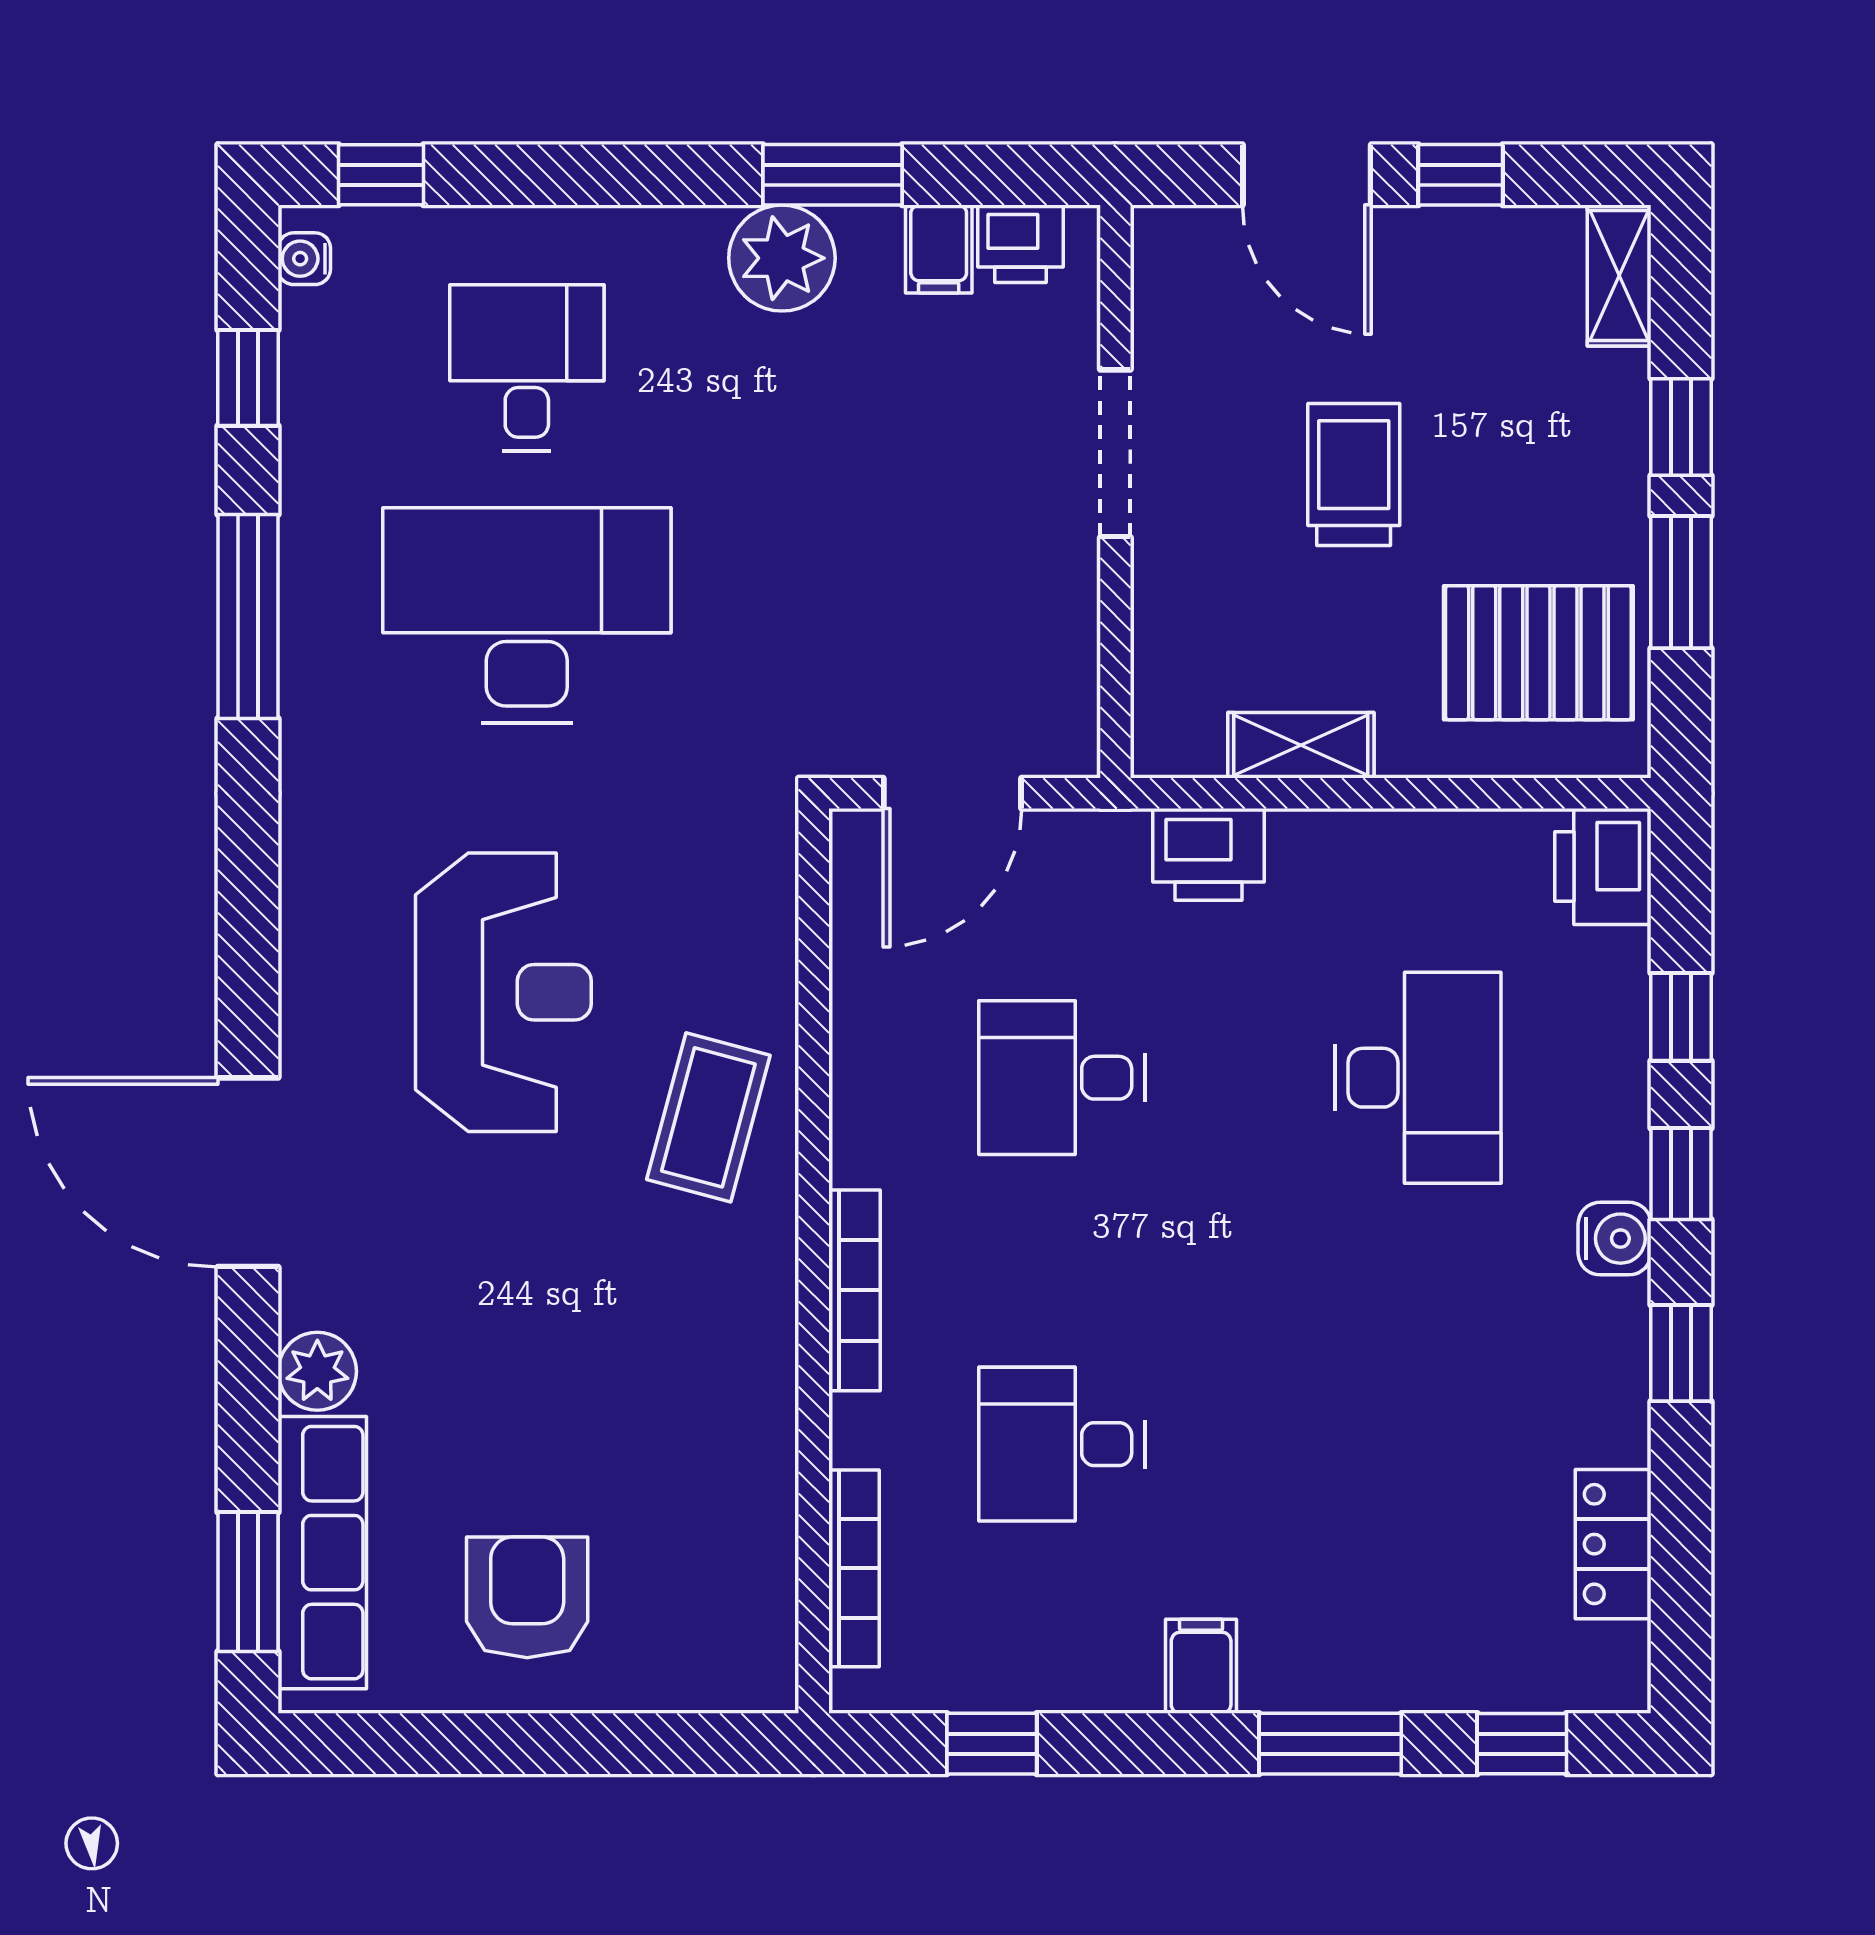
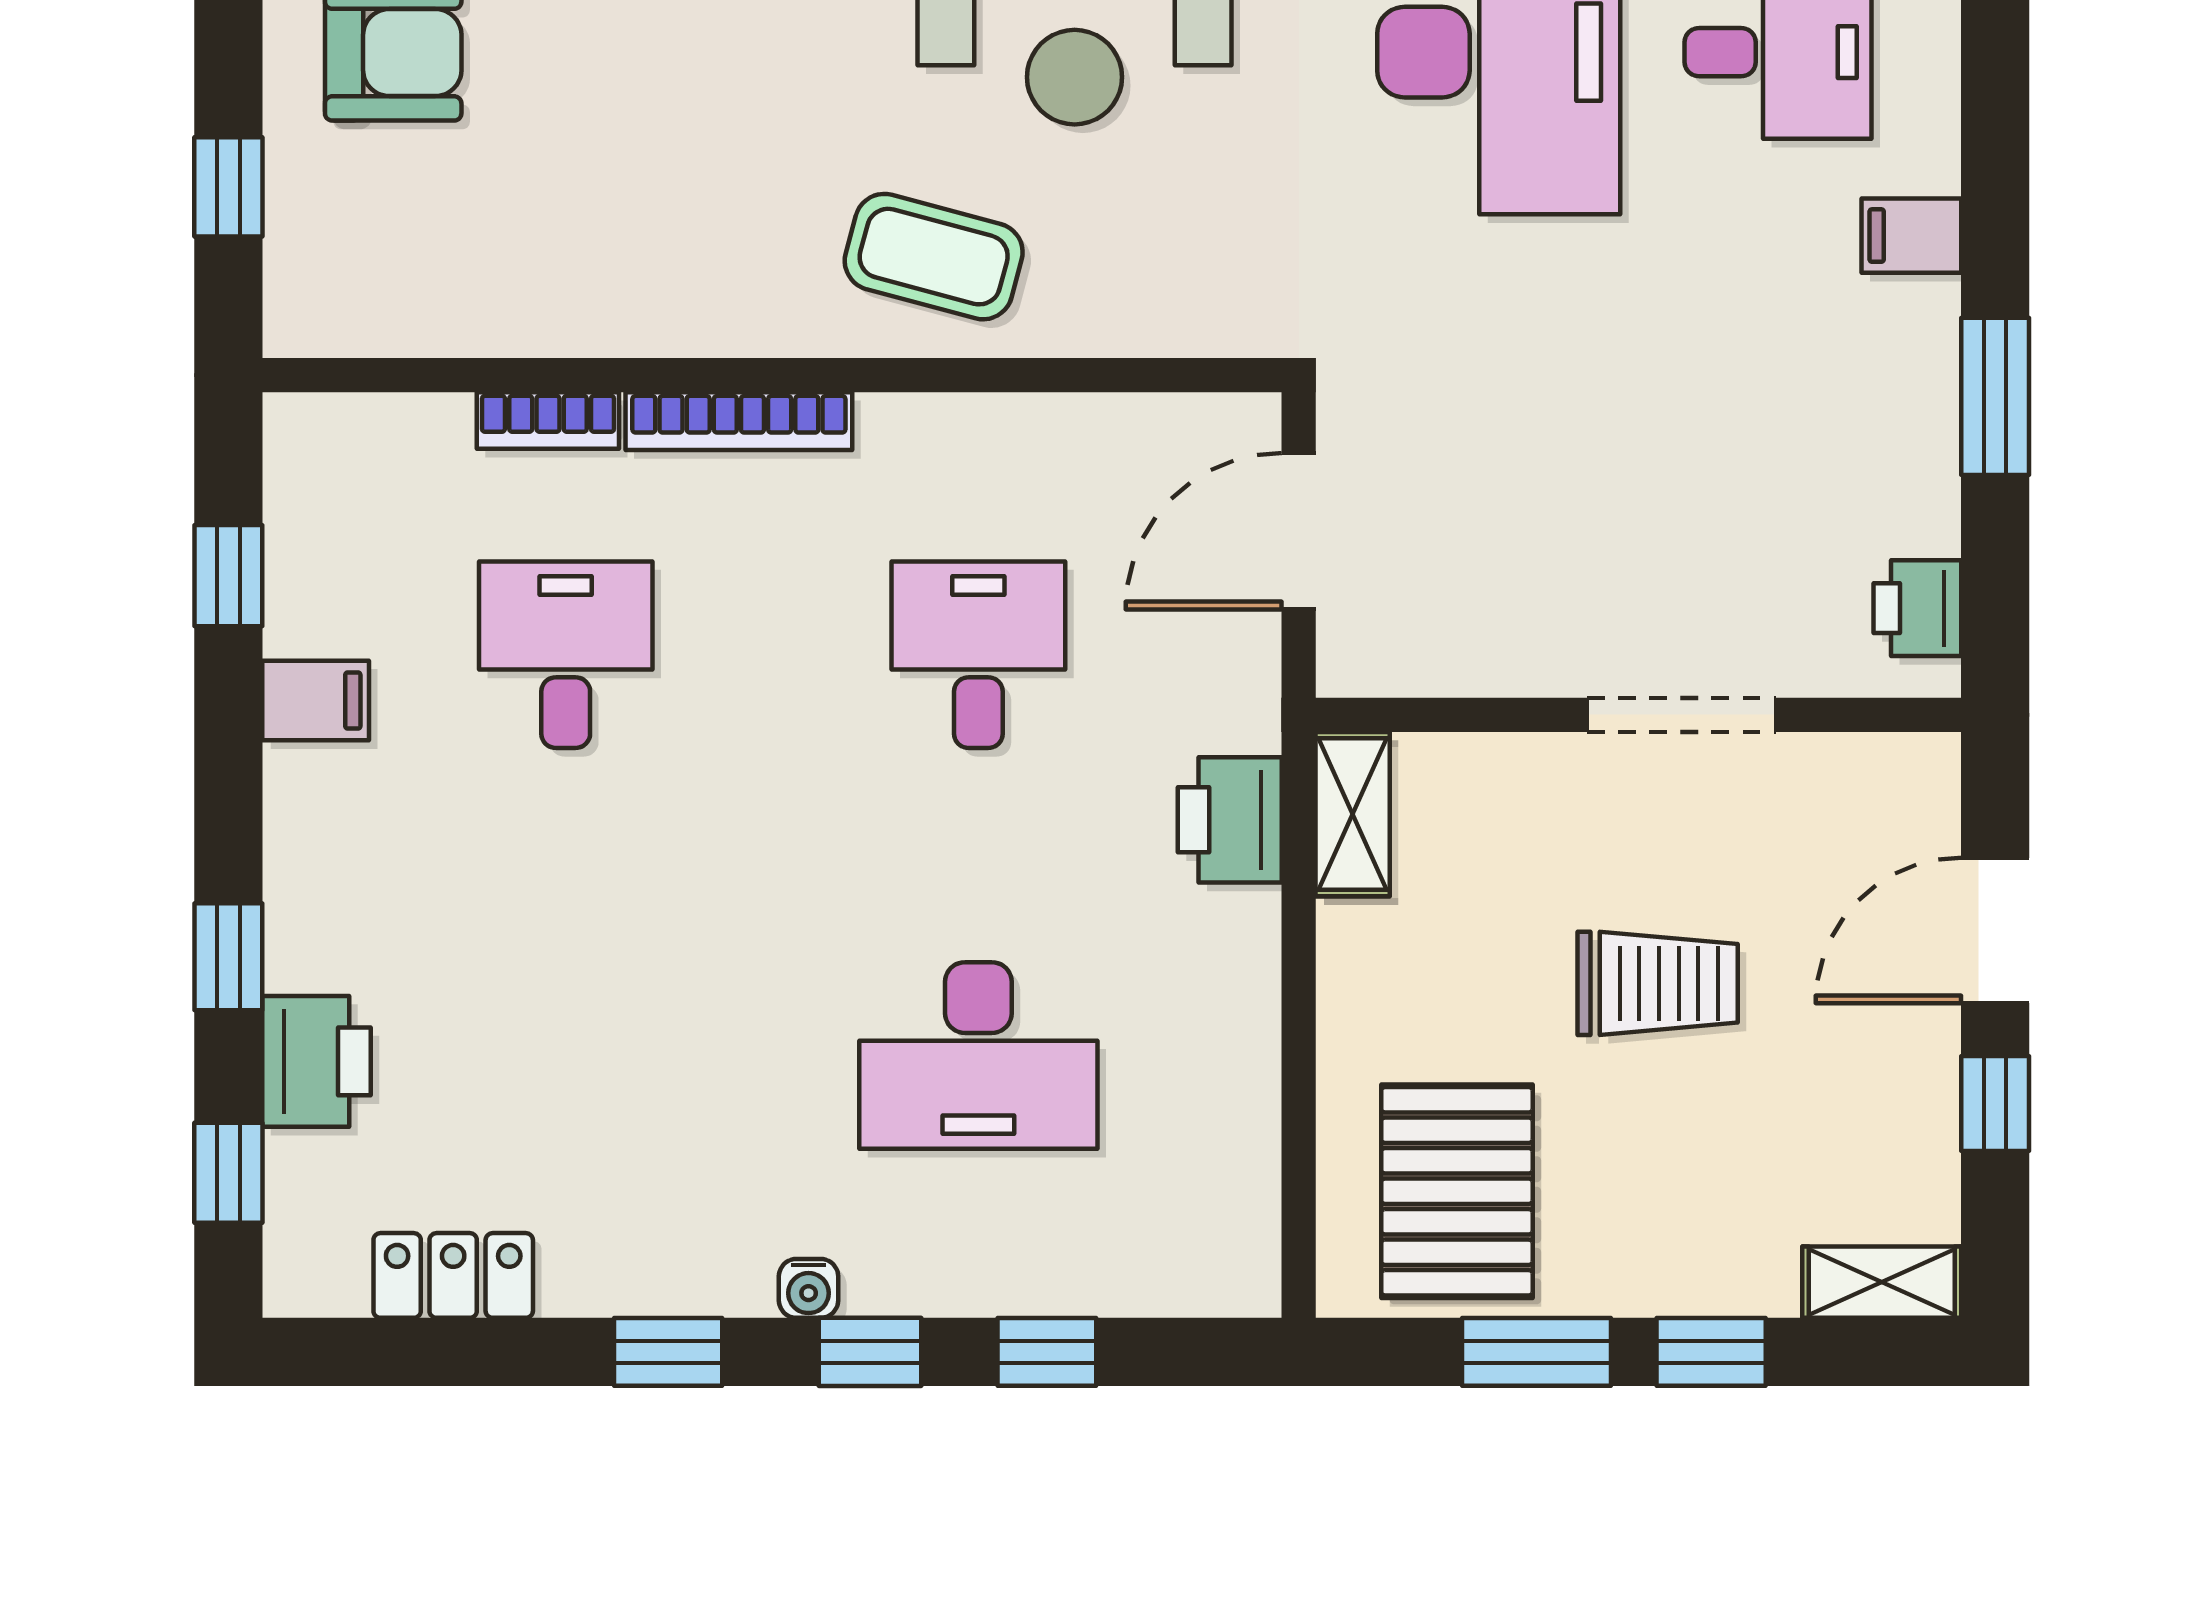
filing cabinet: (939, 249) -> (1911, 236), moved
plant: (782, 258) -> (1901, 339), removed
shelving: (1301, 745) -> (1353, 814), moved
door: (952, 793) -> (1299, 531), hinge flipped
printer: (1603, 867) -> (317, 1061), moved, turned 90
water cooler: (1615, 1239) -> (809, 1288), width x0.72, depth x0.72
bookcase: (854, 1568) -> (548, 421), moved, width x0.64
filing cabinet: (1201, 1666) -> (316, 701), moved
window: (646, 1744) -> (228, 187), added
window: (1330, 1744) -> (228, 957), width x0.67

